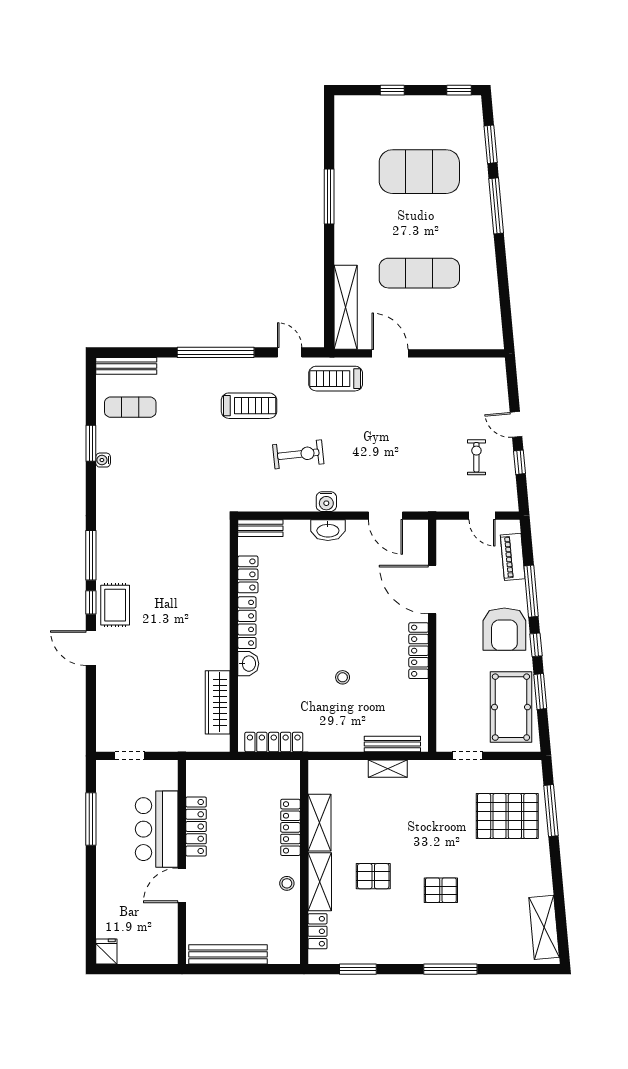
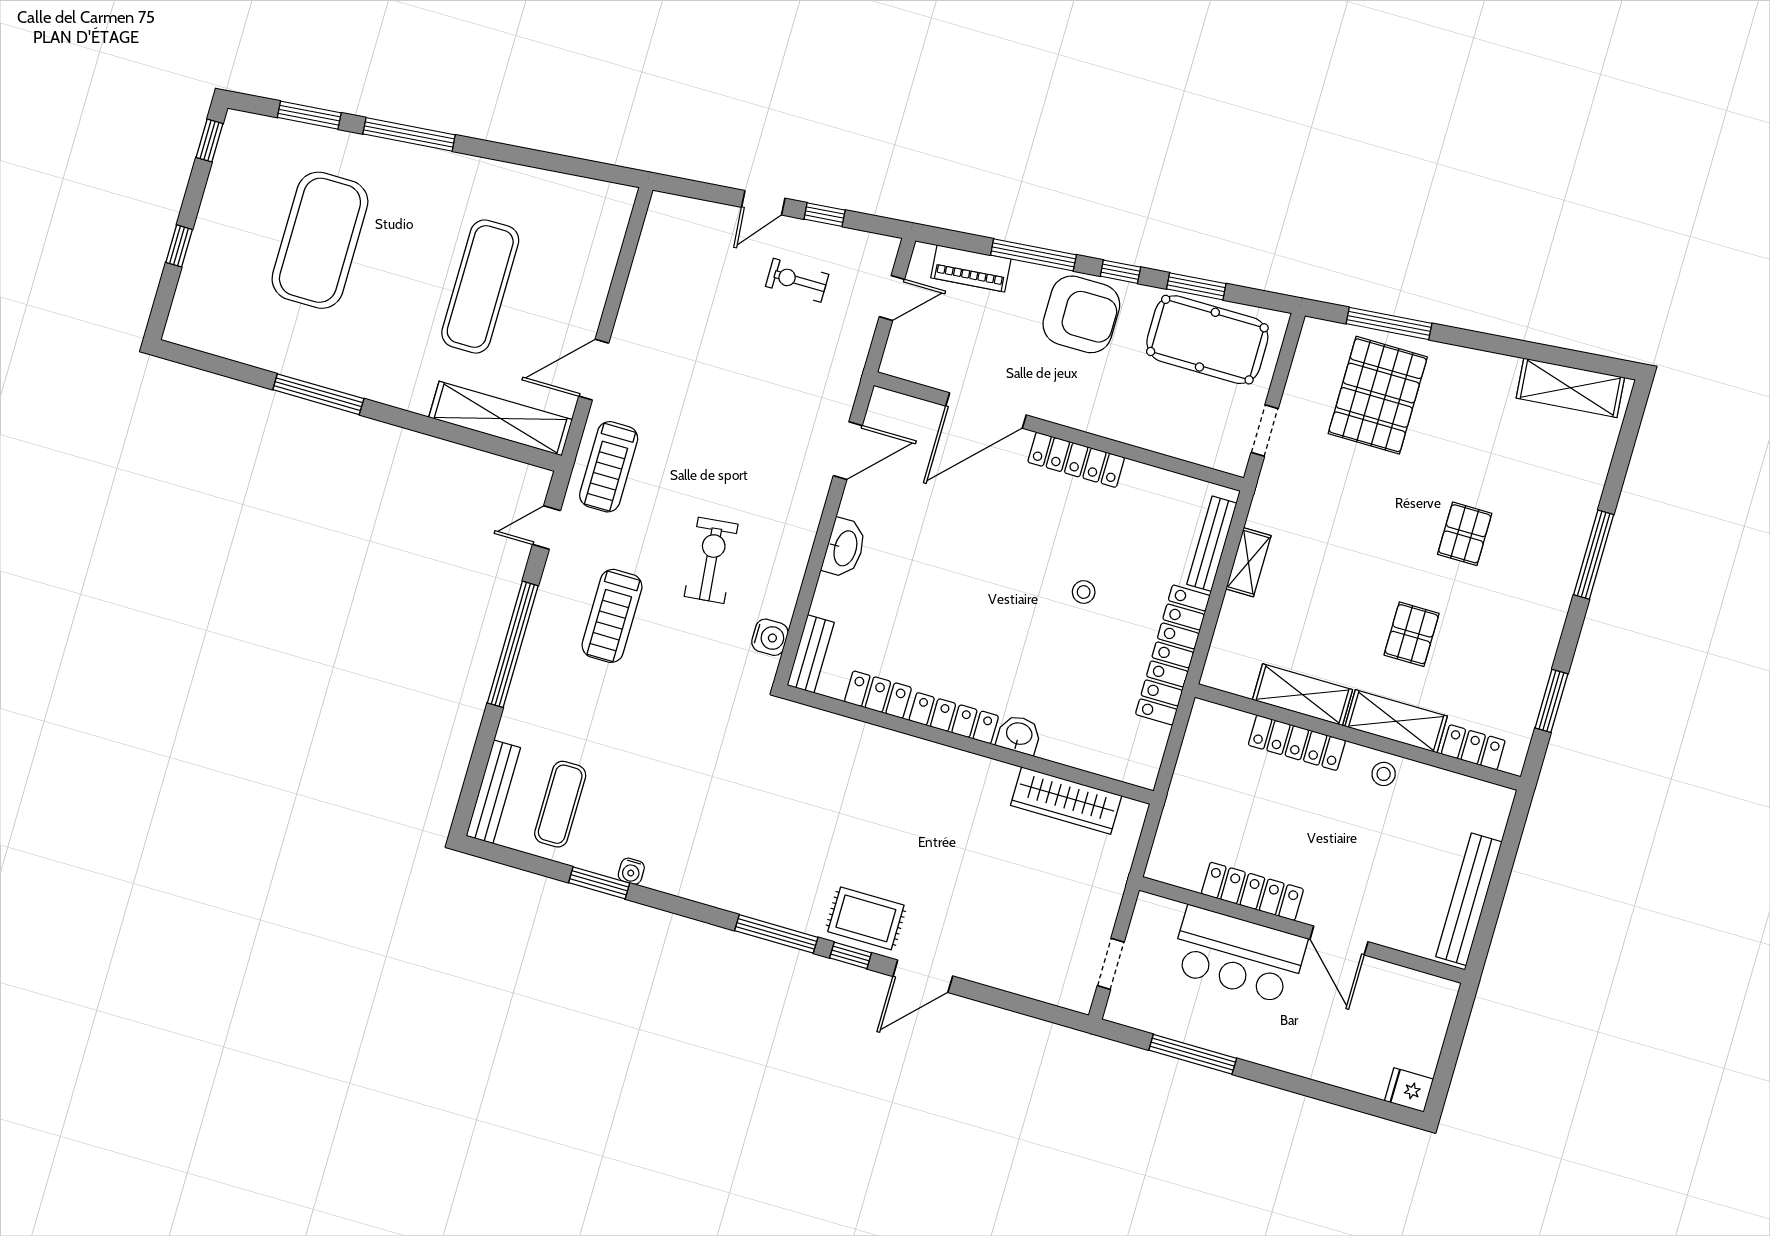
treadmill: (249, 406) -> (612, 616), turned 180
water cooler: (326, 502) -> (770, 637), moved
locker: (274, 742) -> (1173, 655), moved, width x1.41, depth x1.21

